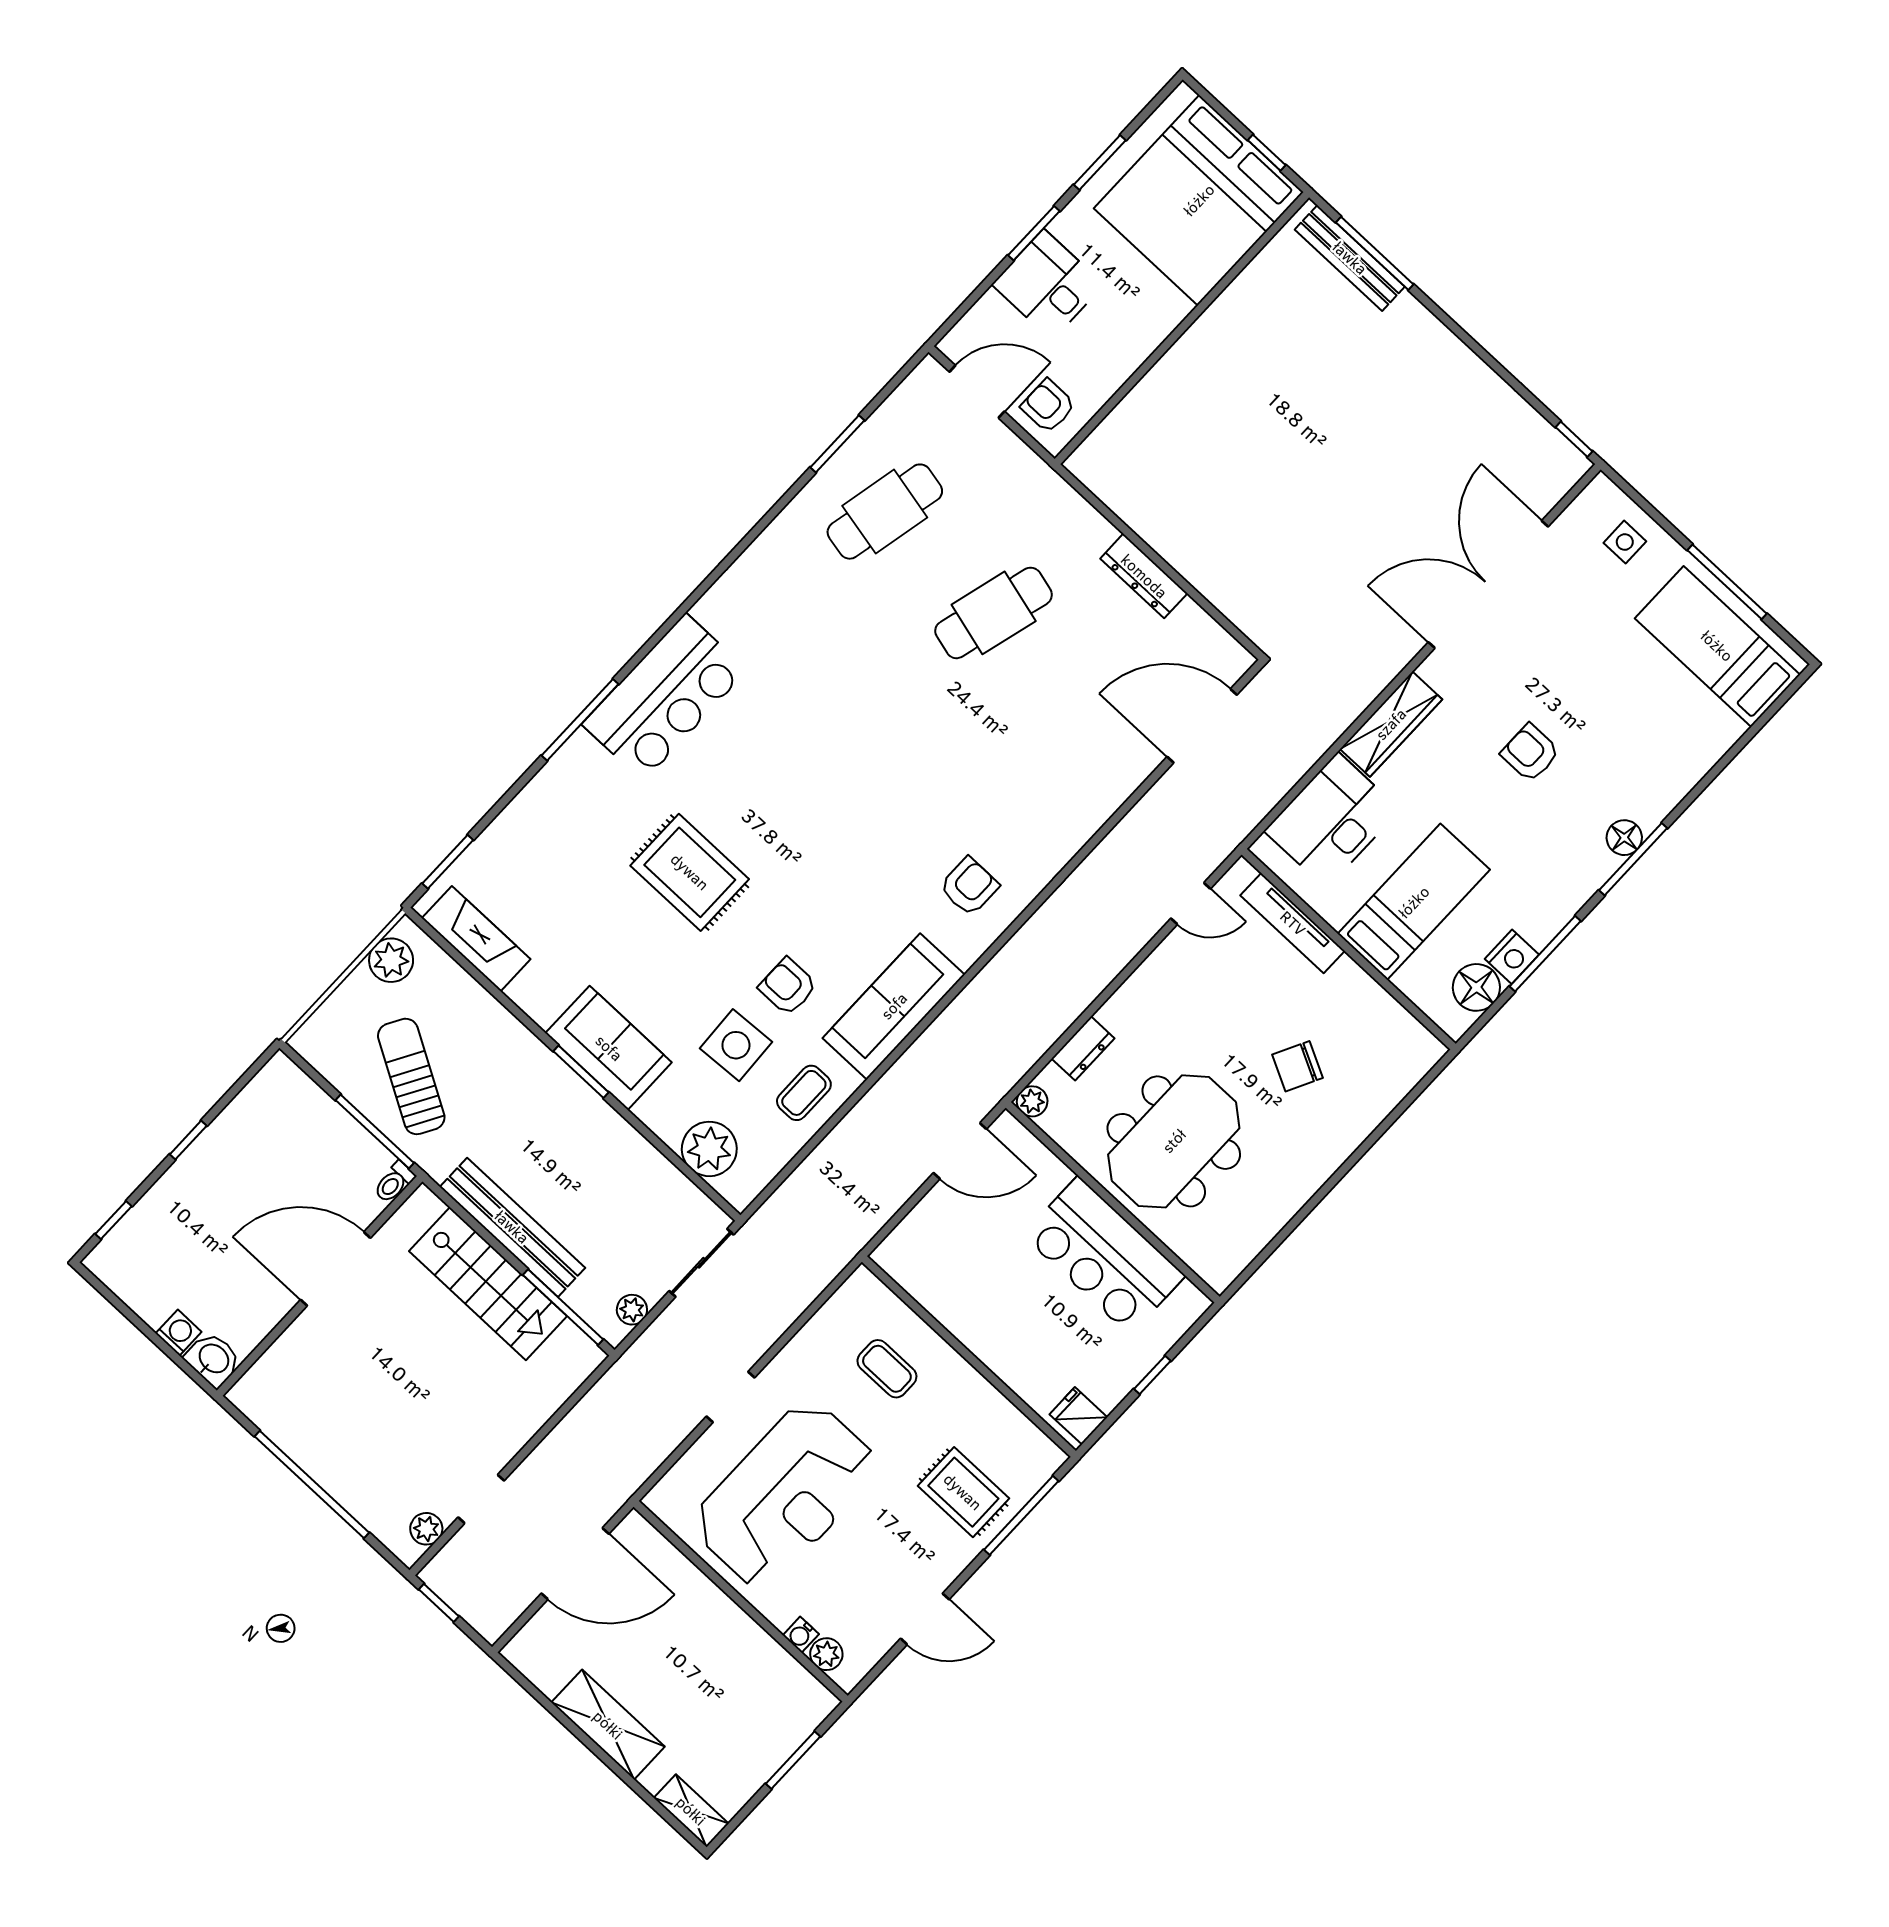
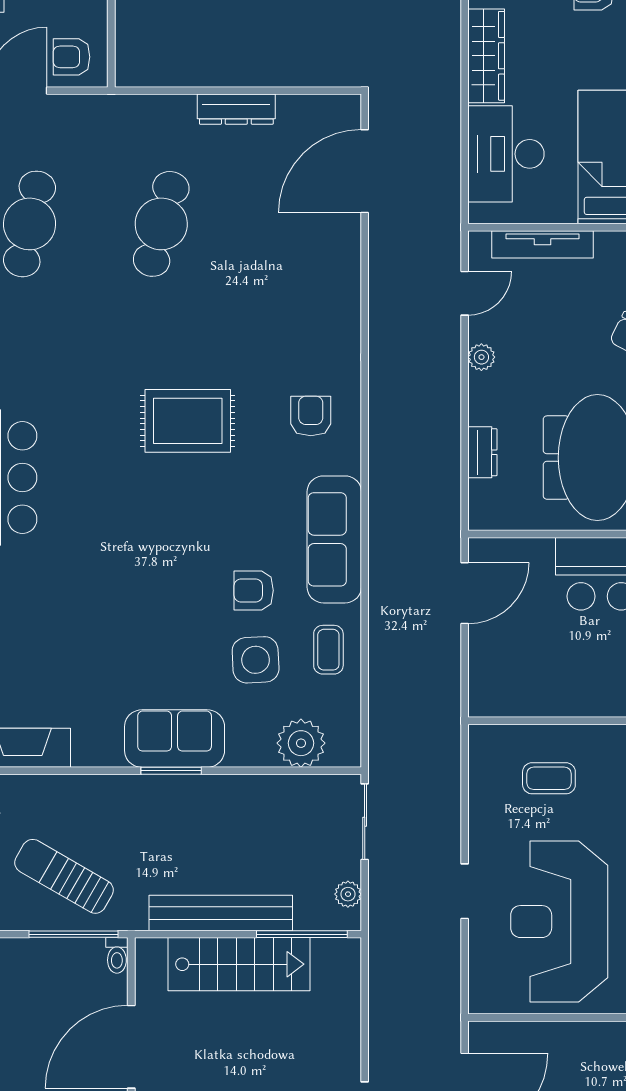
rug: (690, 872) -> (188, 421), moved
plant: (1032, 1101) -> (481, 357), moved
reception desk: (785, 1495) -> (559, 922), turned 180

